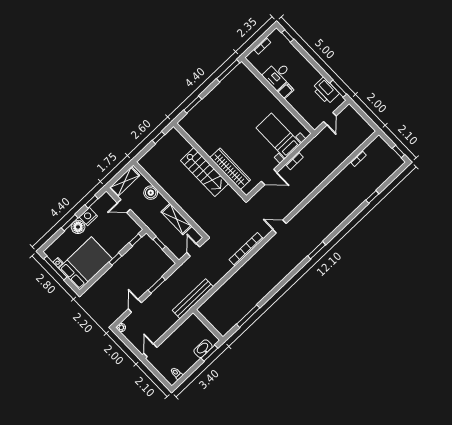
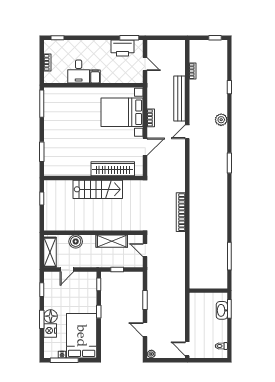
bed with nightstands: (278, 136) -> (122, 112), width x1.36
plant: (343, 214) -> (221, 120), added
nightstand: (88, 217) -> (50, 331), moved
door: (280, 226) -> (187, 132), moved
bench: (193, 299) -> (179, 98), moved

